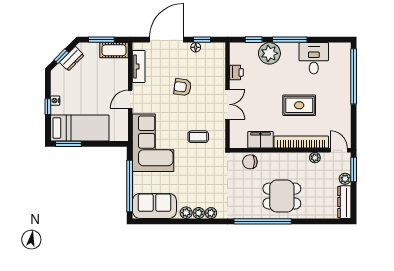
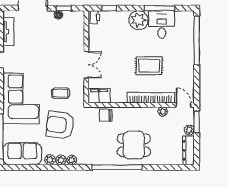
window: (290, 40) -> (160, 8), moved
plant: (269, 53) -> (138, 20), moved
printer: (236, 72) -> (94, 17), moved
armchair: (182, 87) -> (60, 125), moved, width x1.88, depth x1.88
filing cabinet: (260, 140) -> (99, 96), moved

